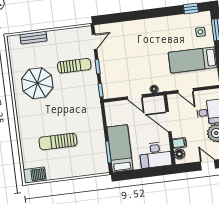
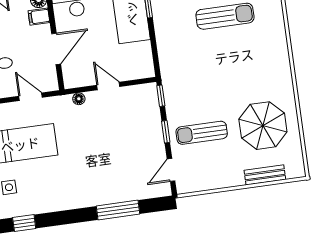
window: (130, 16) -> (118, 210), added
parasol: (37, 83) -> (263, 126), moved
door: (168, 122) -> (56, 49), hinge flipped

